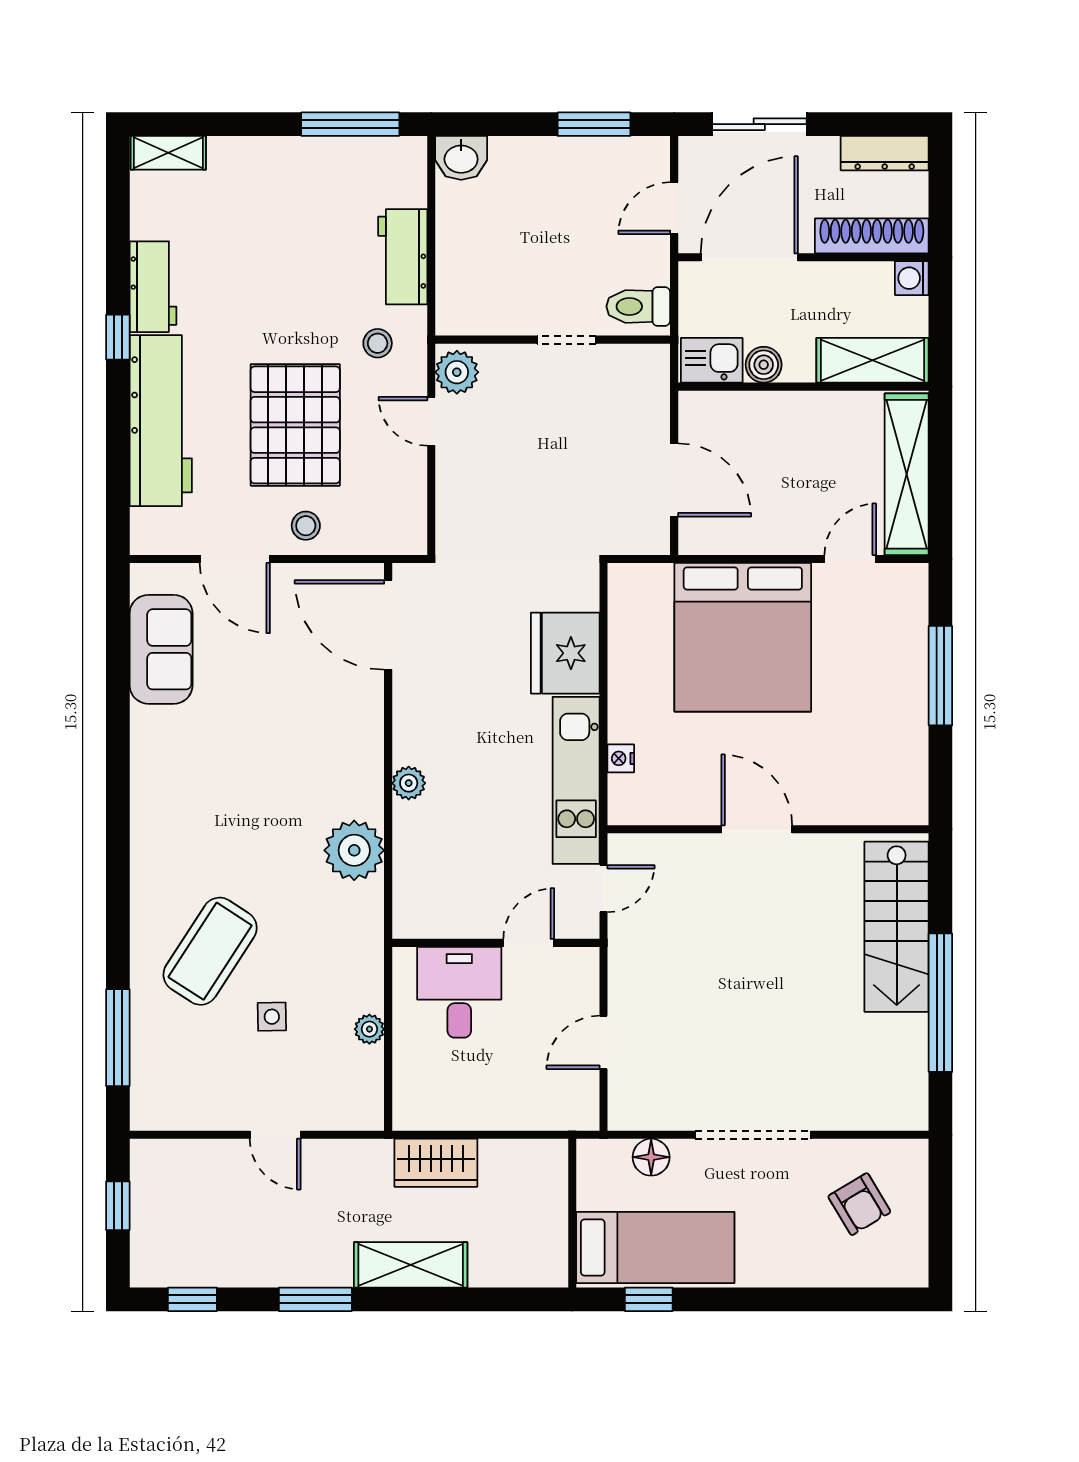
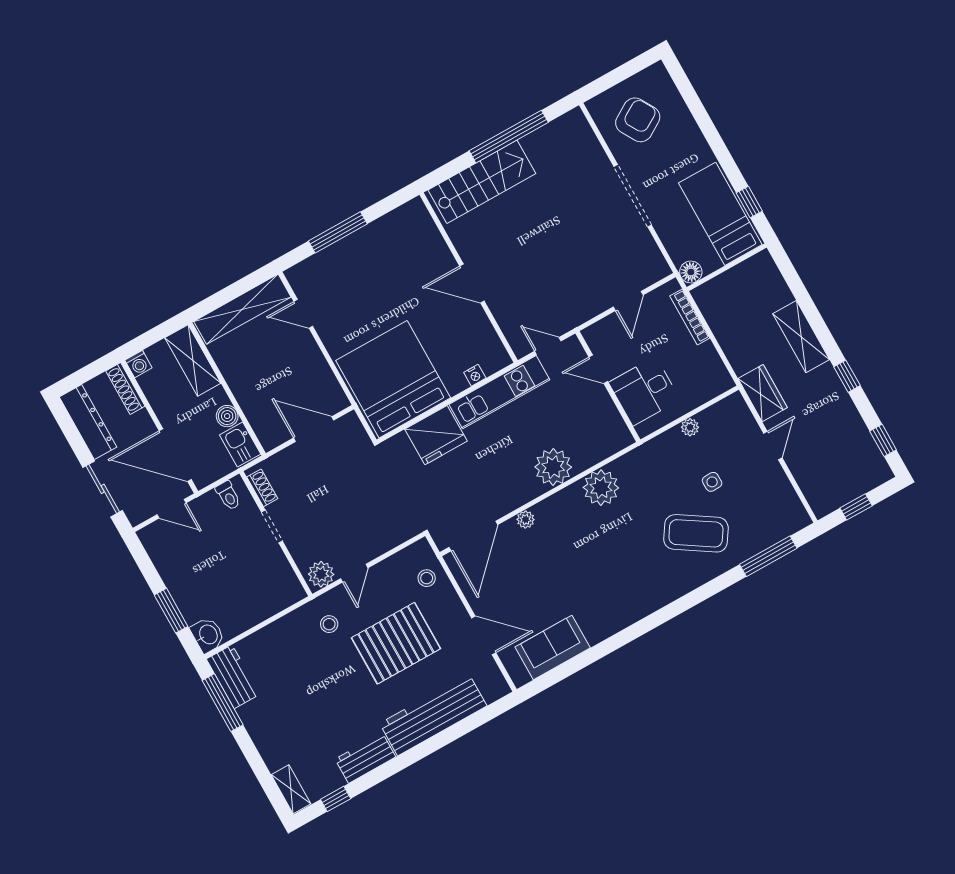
window: (594, 124) -> (171, 611), moved
dresser: (885, 153) -> (88, 422), width x1.37, depth x1.24
shoe rack: (872, 236) -> (125, 388), width x0.74, depth x0.81
workbench: (403, 257) -> (233, 677), moved, turned -90
toilet: (638, 306) -> (228, 496), width x0.73, depth x0.72
window: (118, 337) -> (336, 799), moved
shoe rack: (631, 357) -> (262, 488), added
door: (674, 480) -> (314, 429), hinge flipped
stool: (306, 526) -> (427, 578), moved
door: (235, 559) -> (484, 635), hinge flipped
bed: (743, 637) -> (393, 379), moved, turned -90
plant: (369, 715) -> (526, 520), added
plant: (409, 783) -> (553, 467), width x1.87, depth x1.87
door: (757, 829) -> (472, 283), hinge flipped
door: (604, 1042) -> (628, 301), hinge flipped
bookcase: (530, 1119) -> (690, 317), added
floor lamp: (651, 1157) -> (691, 272), moved
wardrobe: (436, 1163) -> (763, 393), moved
armchair: (859, 1204) -> (638, 120), width x1.38, depth x1.38
window: (315, 1299) -> (847, 376), width x0.67

